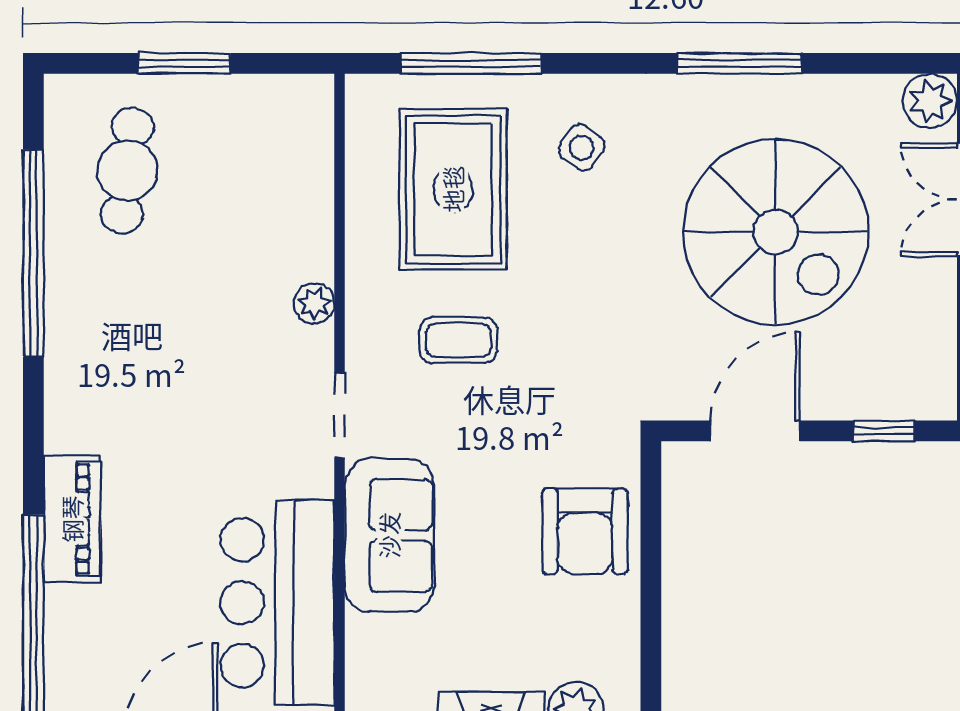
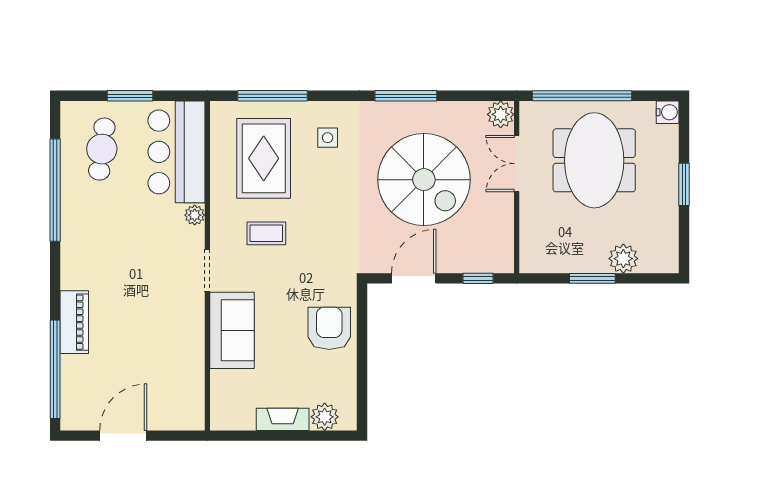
side table: (582, 148) -> (328, 138), turned -36
armchair: (585, 531) -> (329, 328), turned 180
bar counter: (277, 603) -> (176, 152), moved

